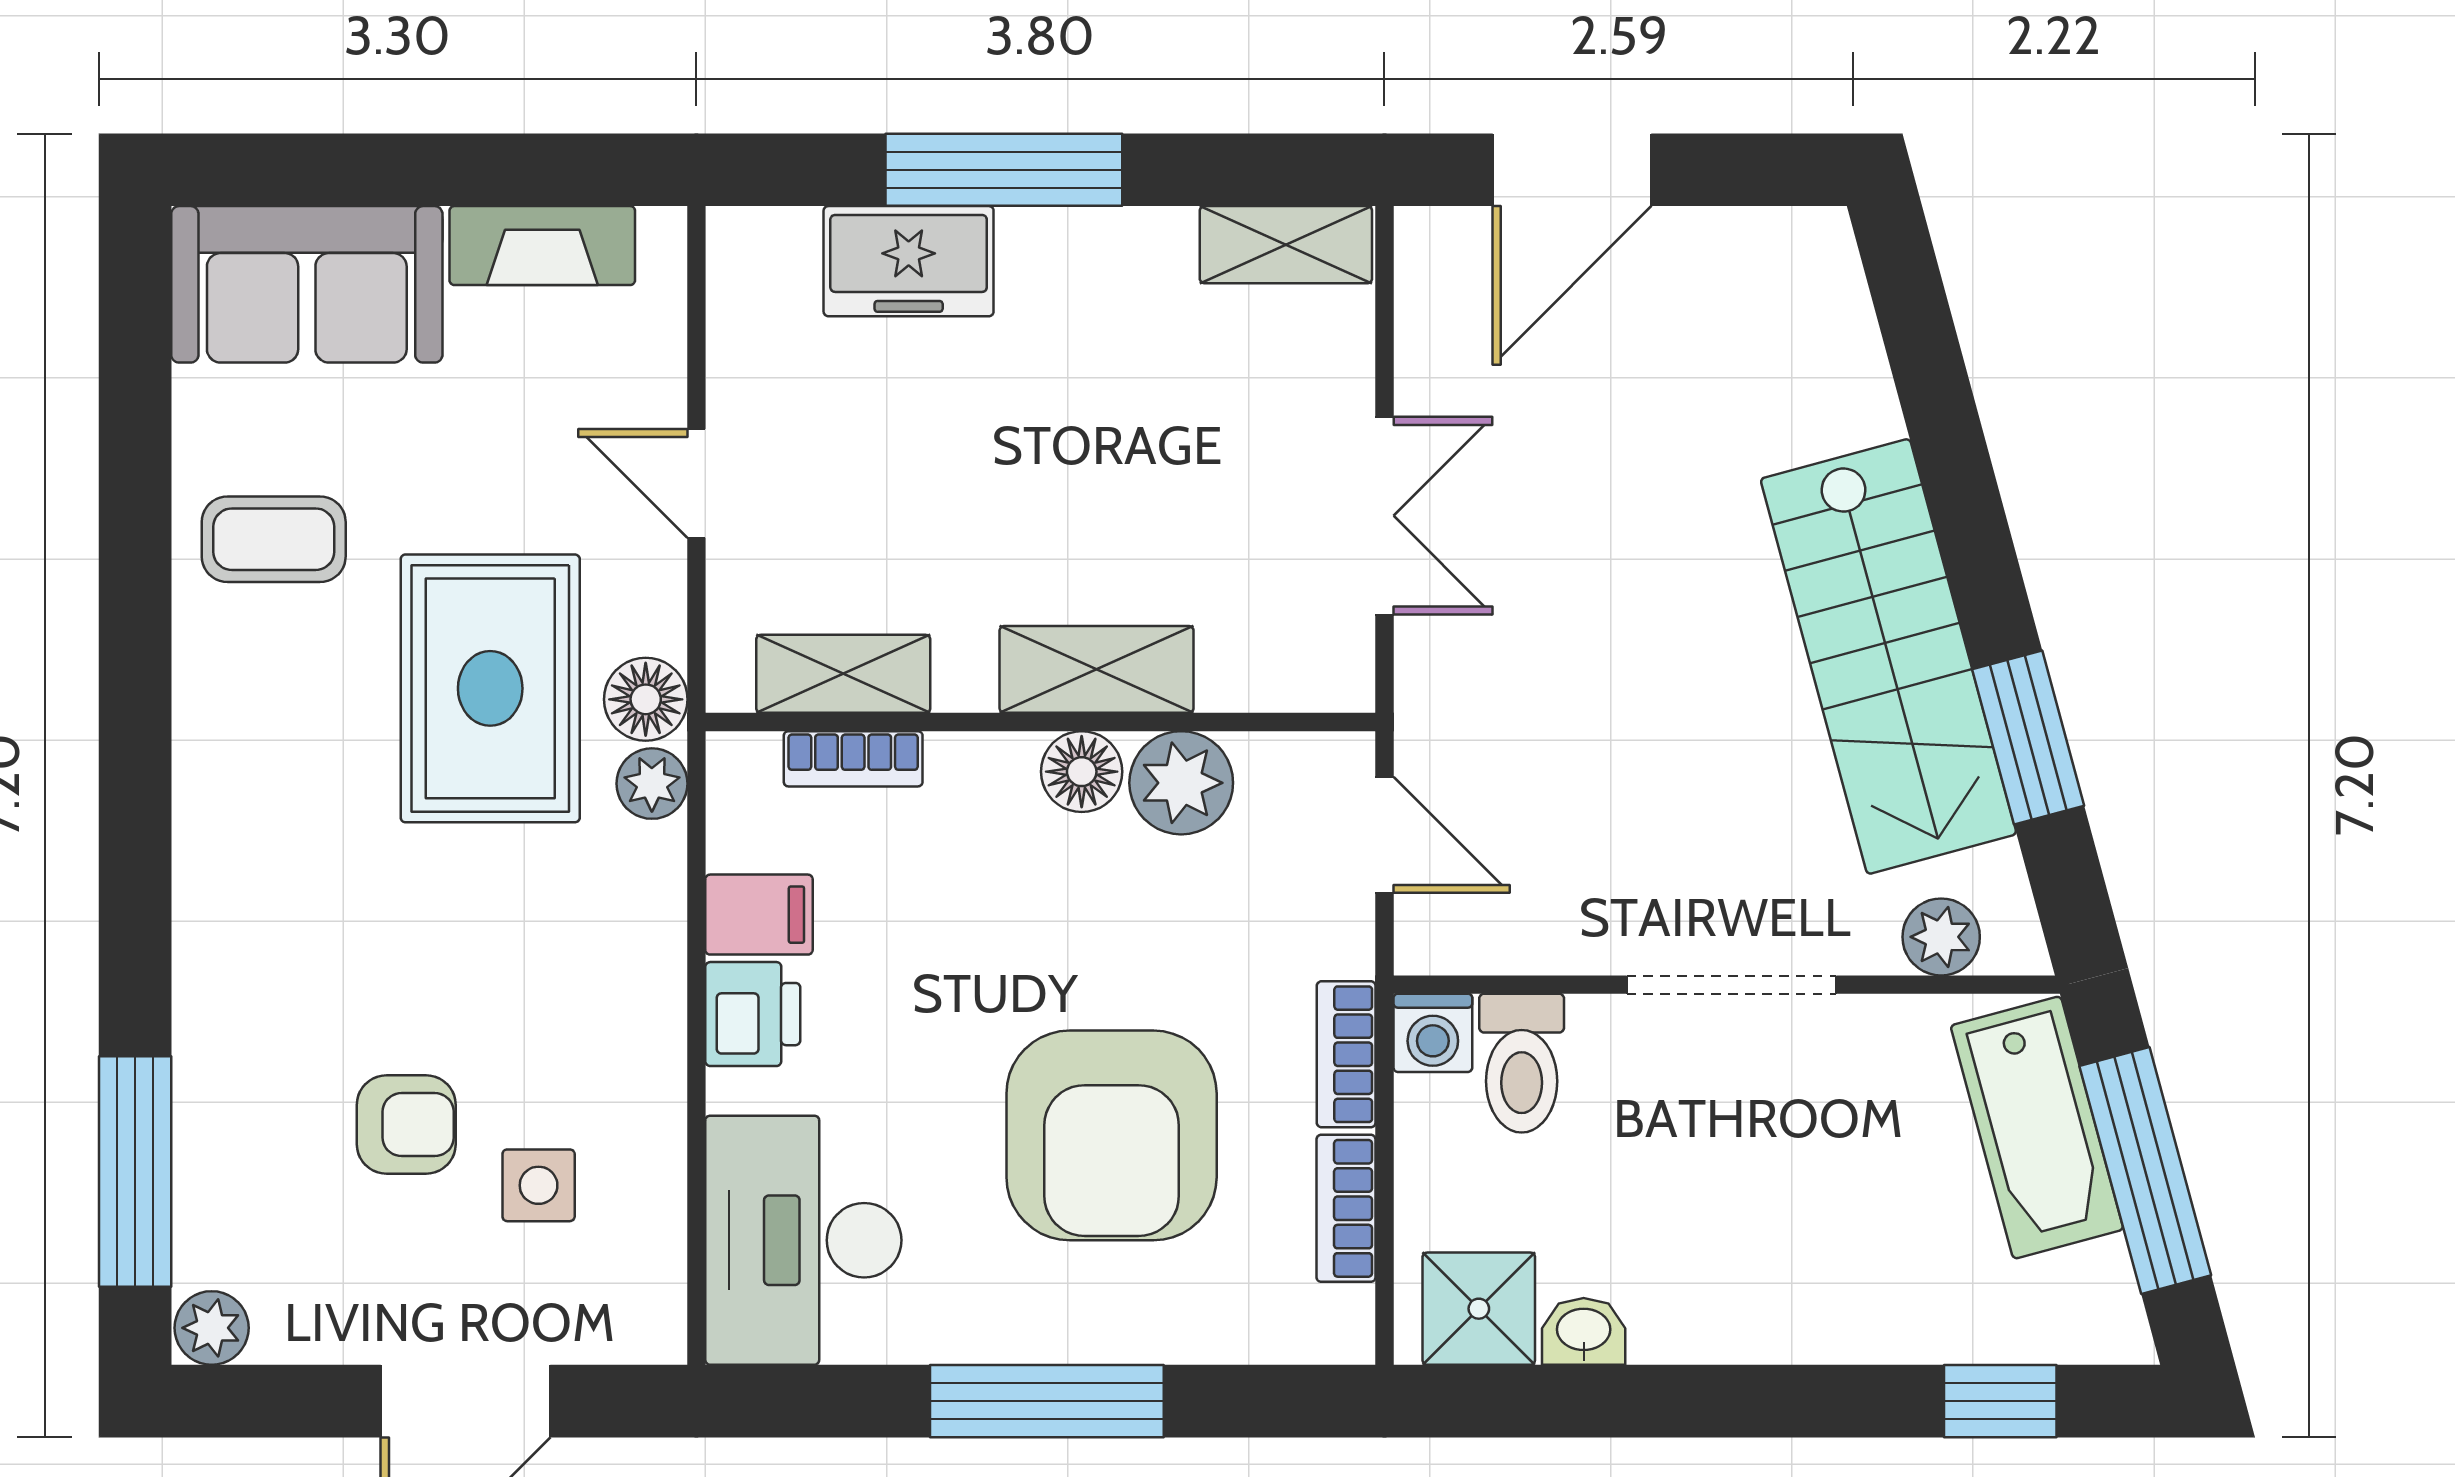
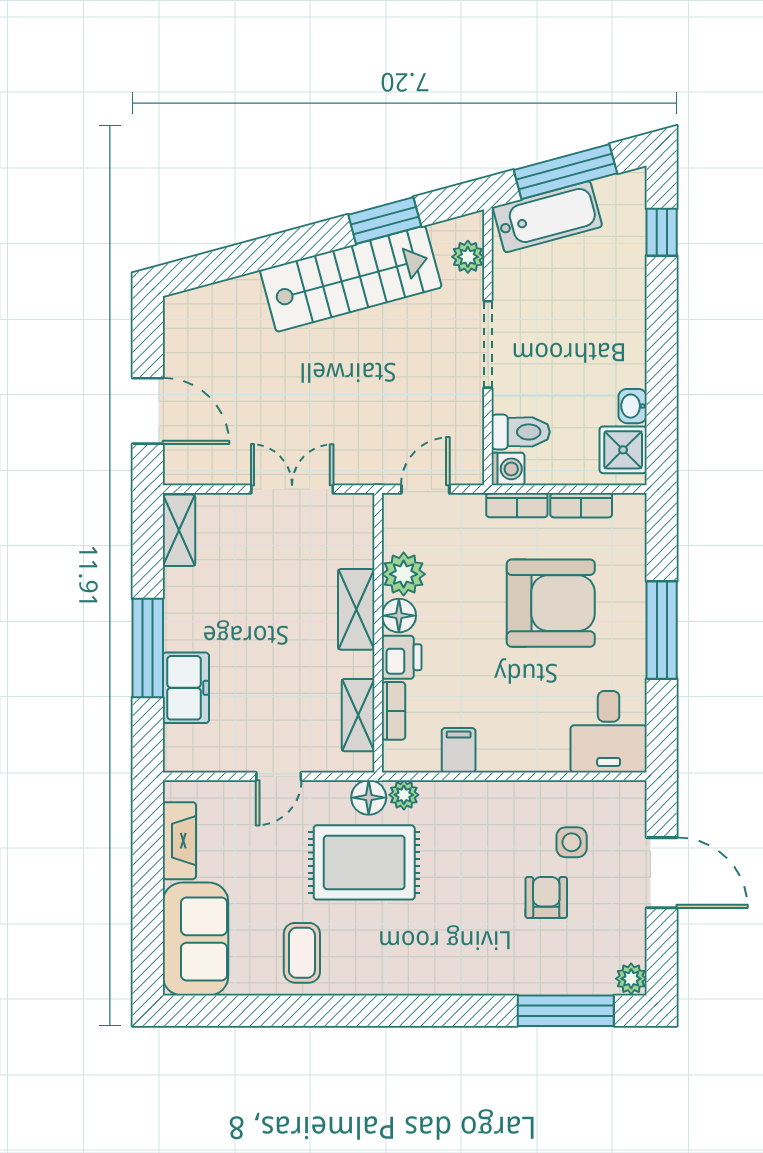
printer: (753, 1014) -> (402, 657), moved, turned 90
desk: (803, 1240) -> (609, 732), width x0.73

